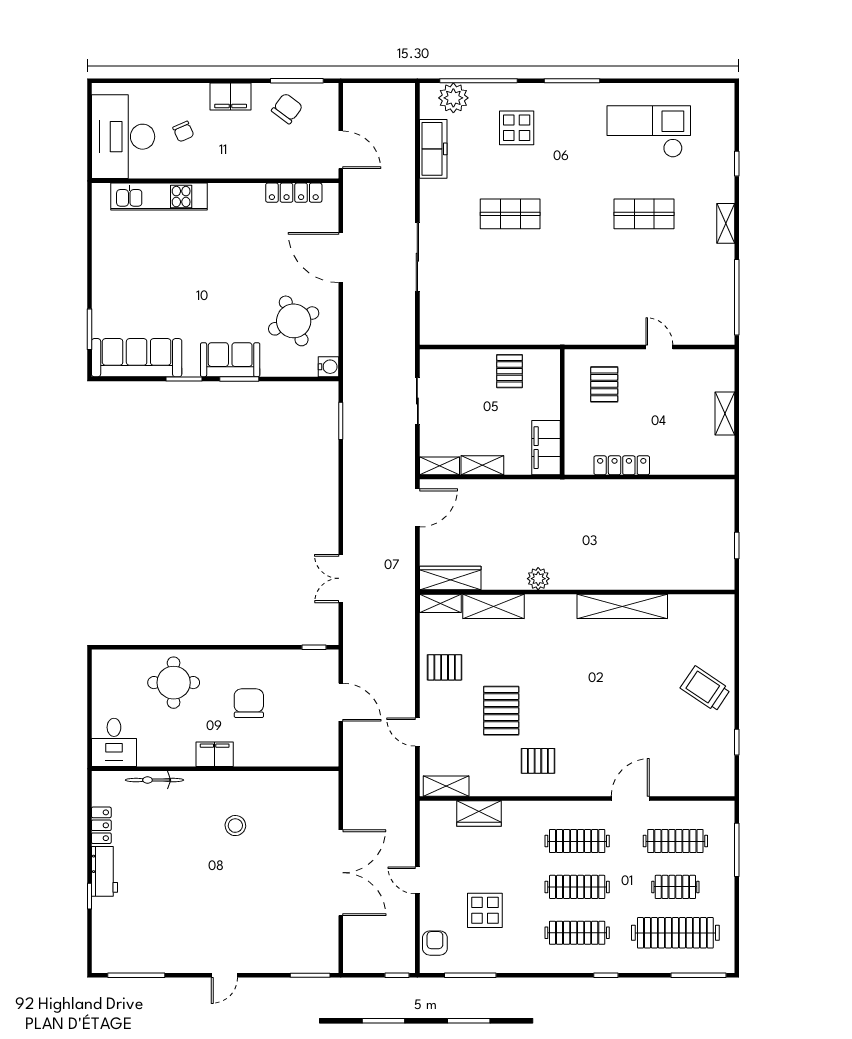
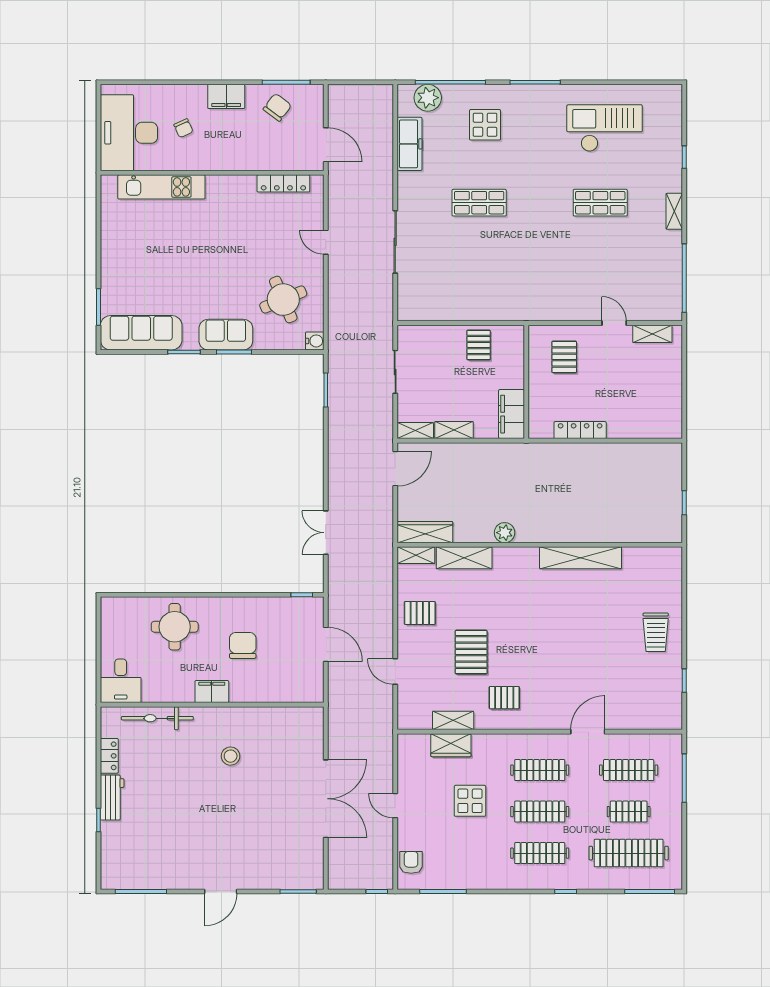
door: (341, 258) -> (326, 242), width x0.53
shelving: (725, 414) -> (652, 334), moved, turned 90
trolley: (705, 689) -> (656, 632), turned -124
bicycle: (154, 780) -> (157, 718), width x1.37, depth x1.40
shelving: (446, 786) -> (453, 720), moved
display table: (485, 910) -> (470, 801), moved
door: (224, 975) -> (221, 892), width x1.37

